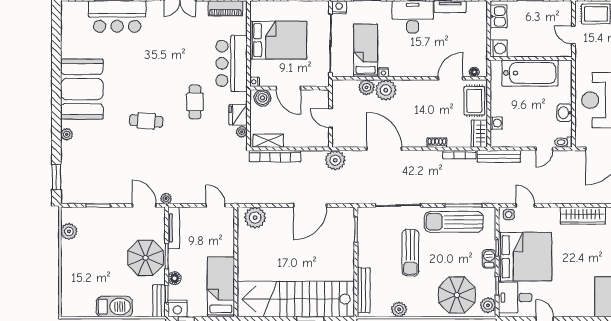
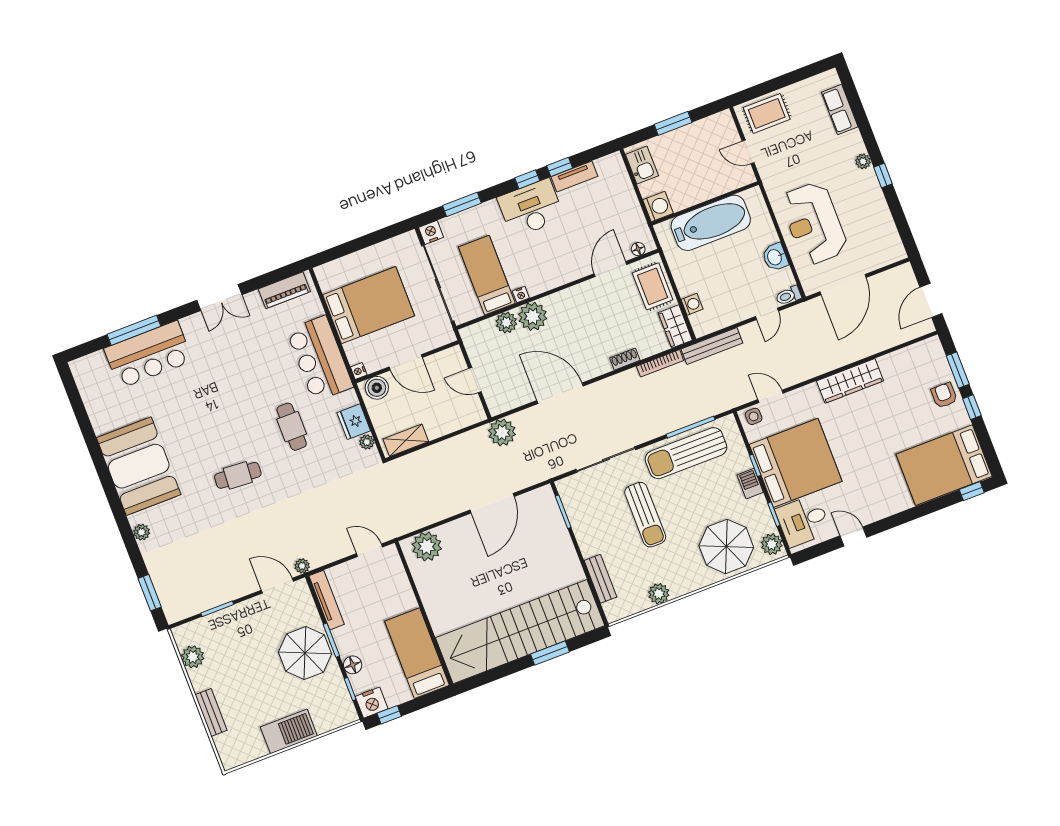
bookcase: (275, 156) -> (422, 457), removed
bench: (364, 290) -> (600, 579), width x0.73
bench: (159, 301) -> (211, 713), moved

